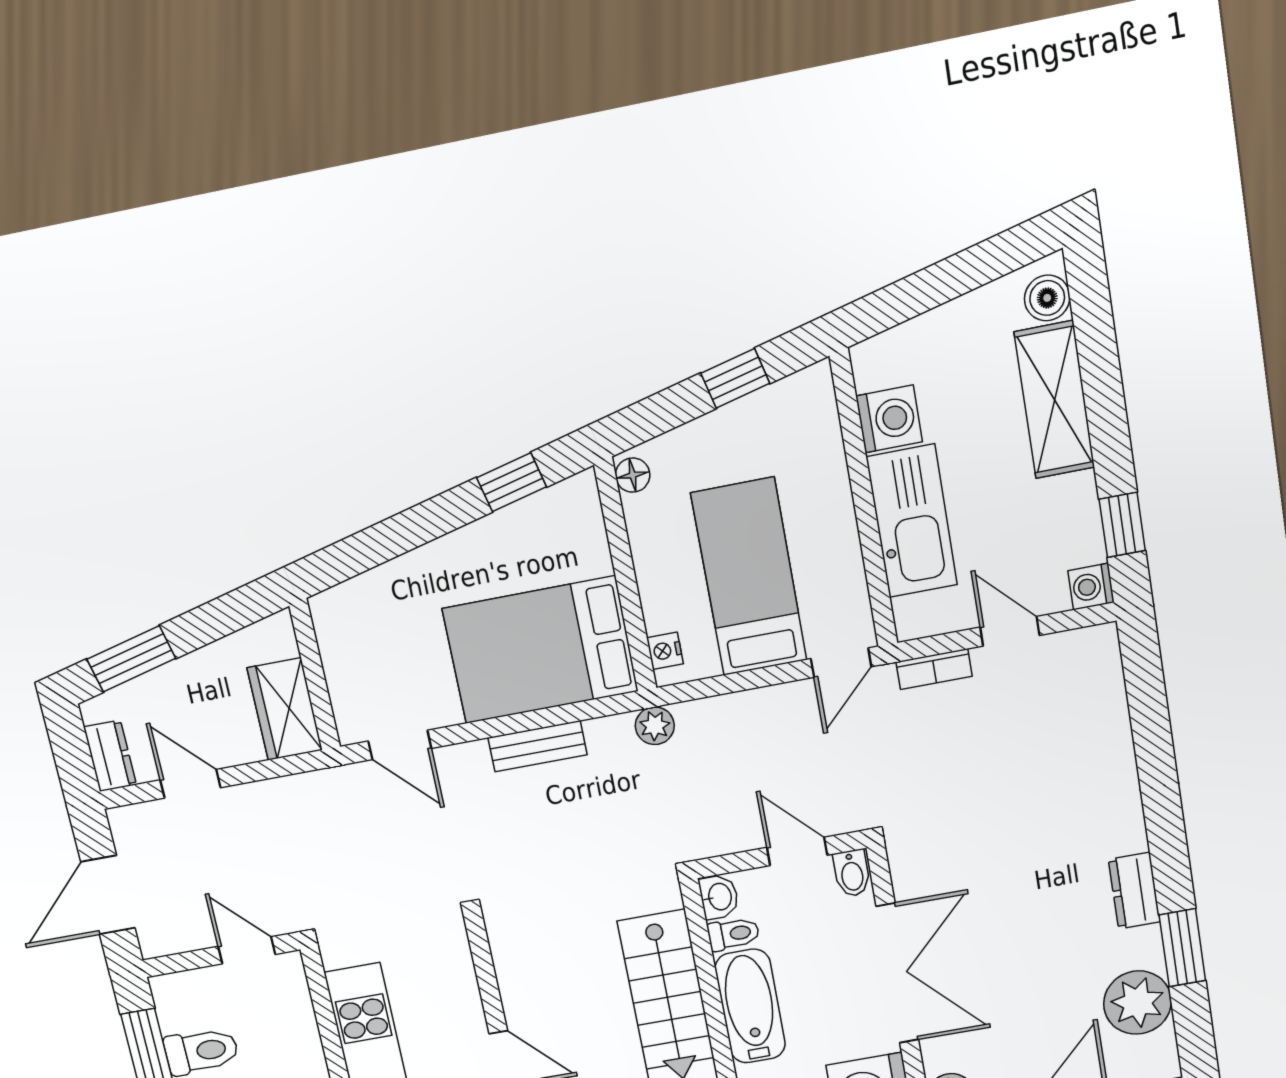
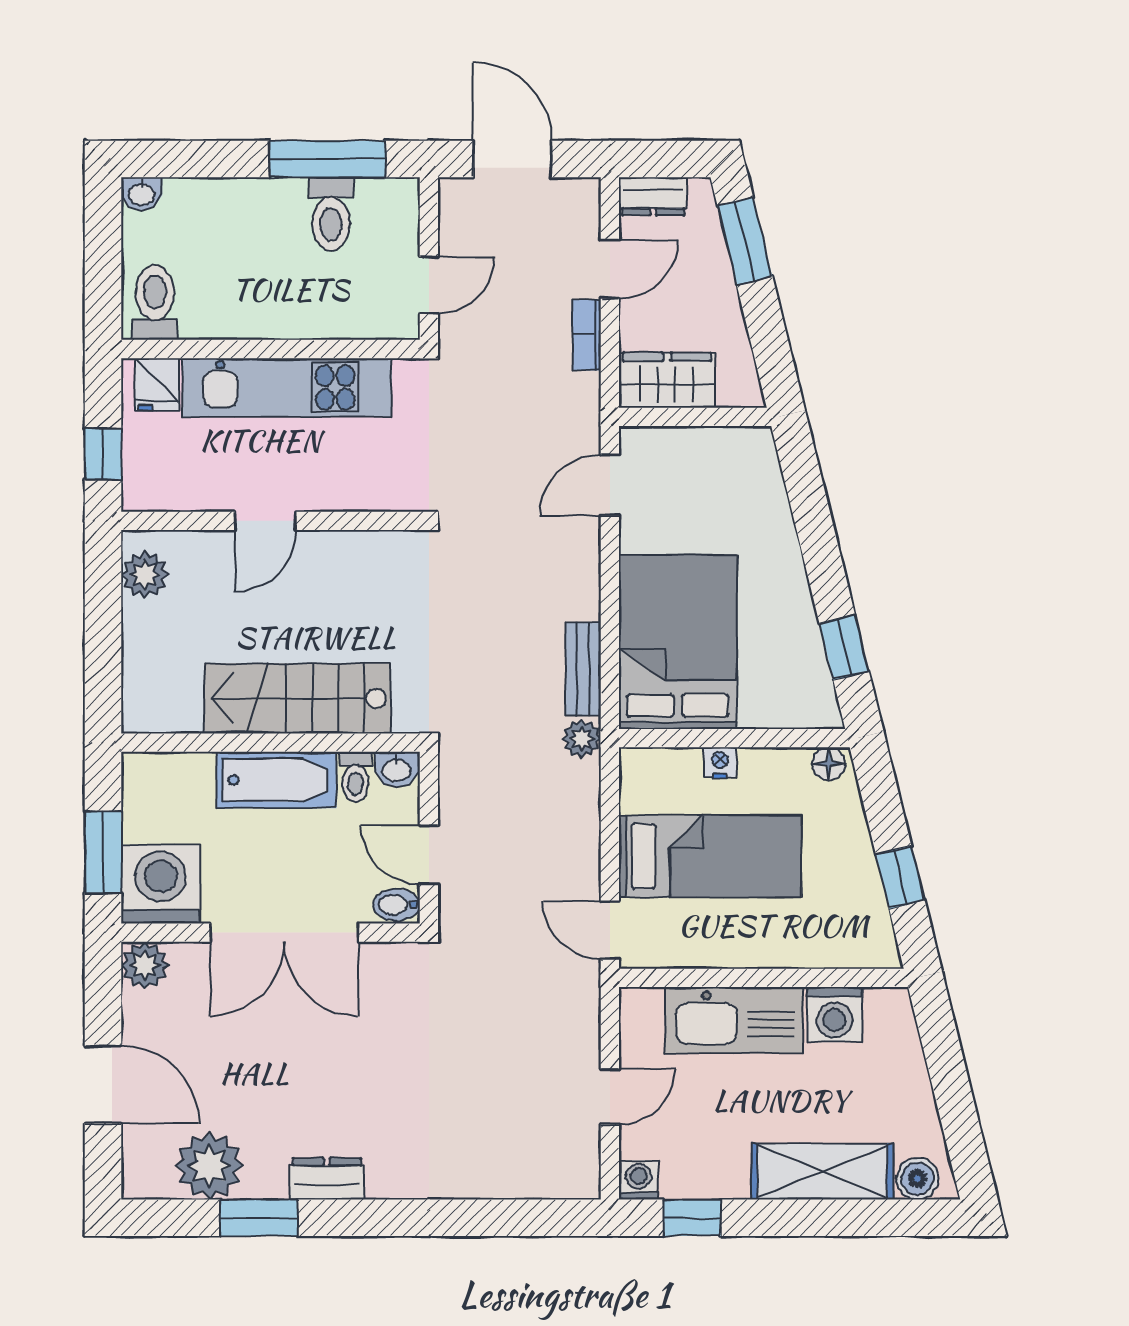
nightstand: (665, 651) -> (720, 762), moved
bookcase: (934, 669) -> (587, 335), moved
bench: (537, 746) -> (583, 669), moved
door: (797, 851) -> (429, 855), swing flipped

